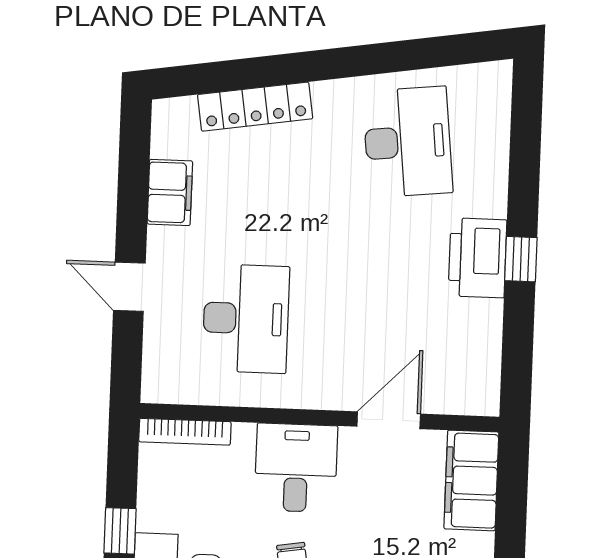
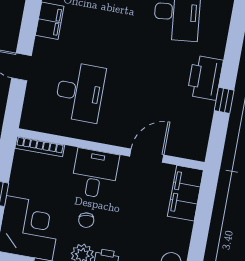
window: (521, 259) -> (224, 100), moved

